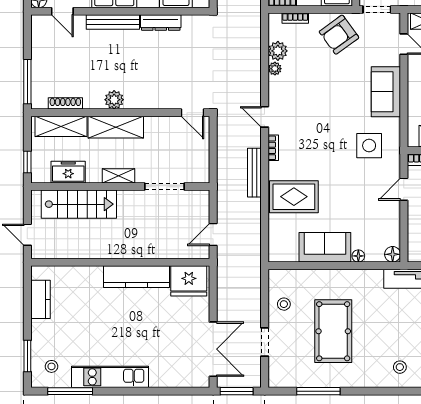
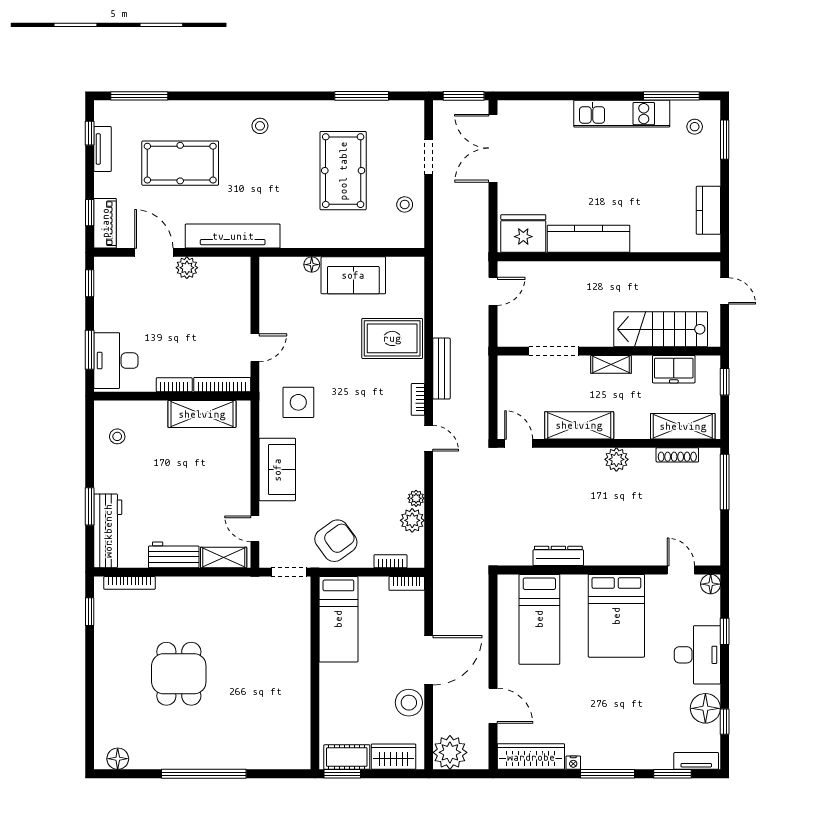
bench: (113, 22) -> (618, 556), removed
shelving: (116, 127) -> (579, 425), moved
floor lamp: (393, 254) -> (269, 267), removed

